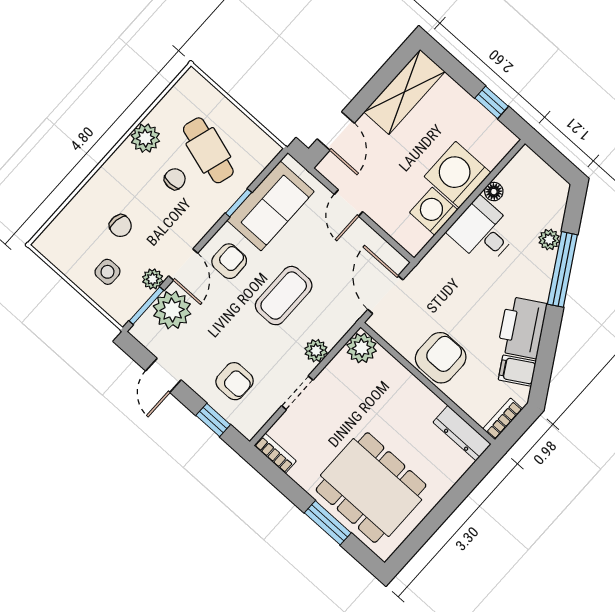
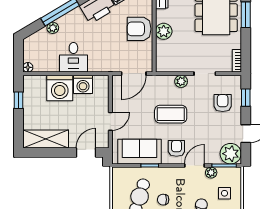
floor lamp: (494, 192) -> (28, 67), moved
armchair: (229, 261) -> (176, 148), turned 90
plant: (172, 310) -> (231, 154), moved
plant: (362, 348) -> (164, 31), moved

